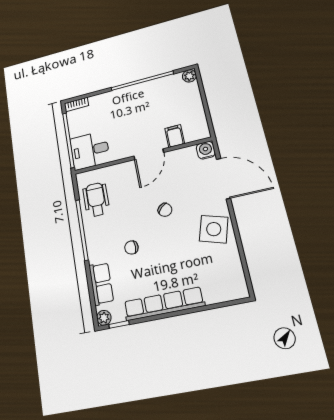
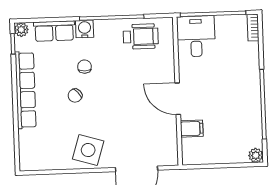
water cooler: (206, 150) -> (85, 29), moved, turned -90
chair: (165, 210) -> (75, 96), moved

